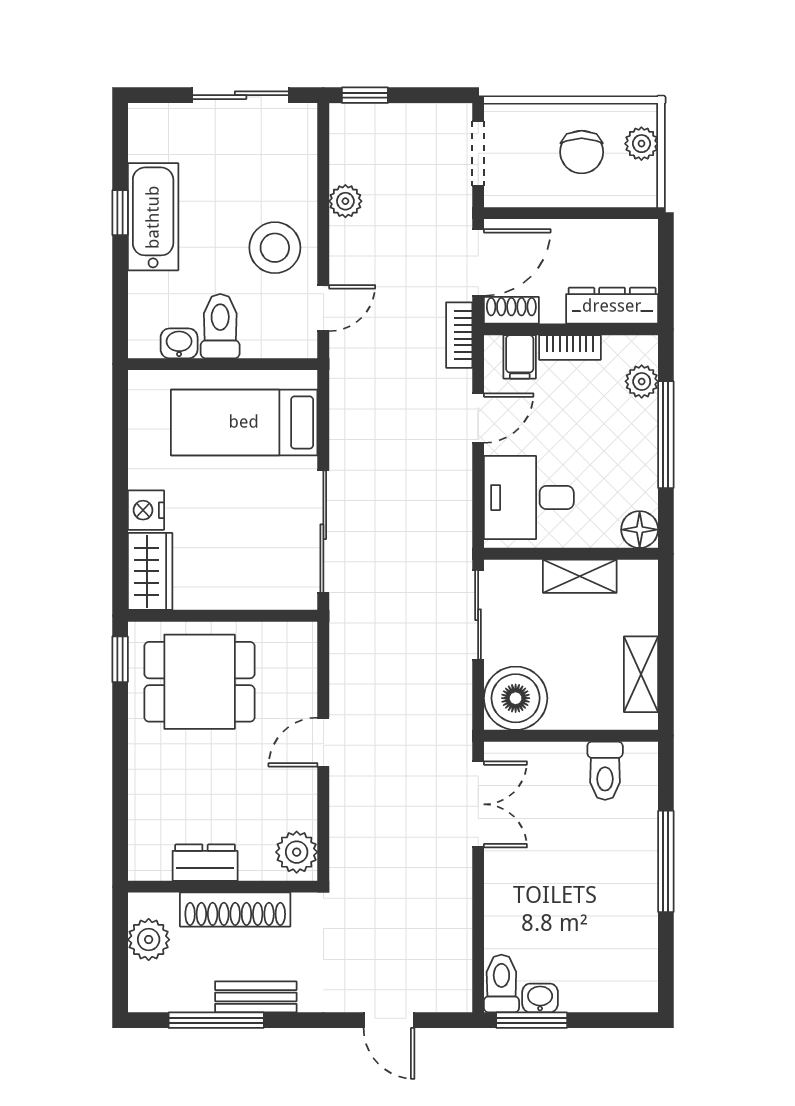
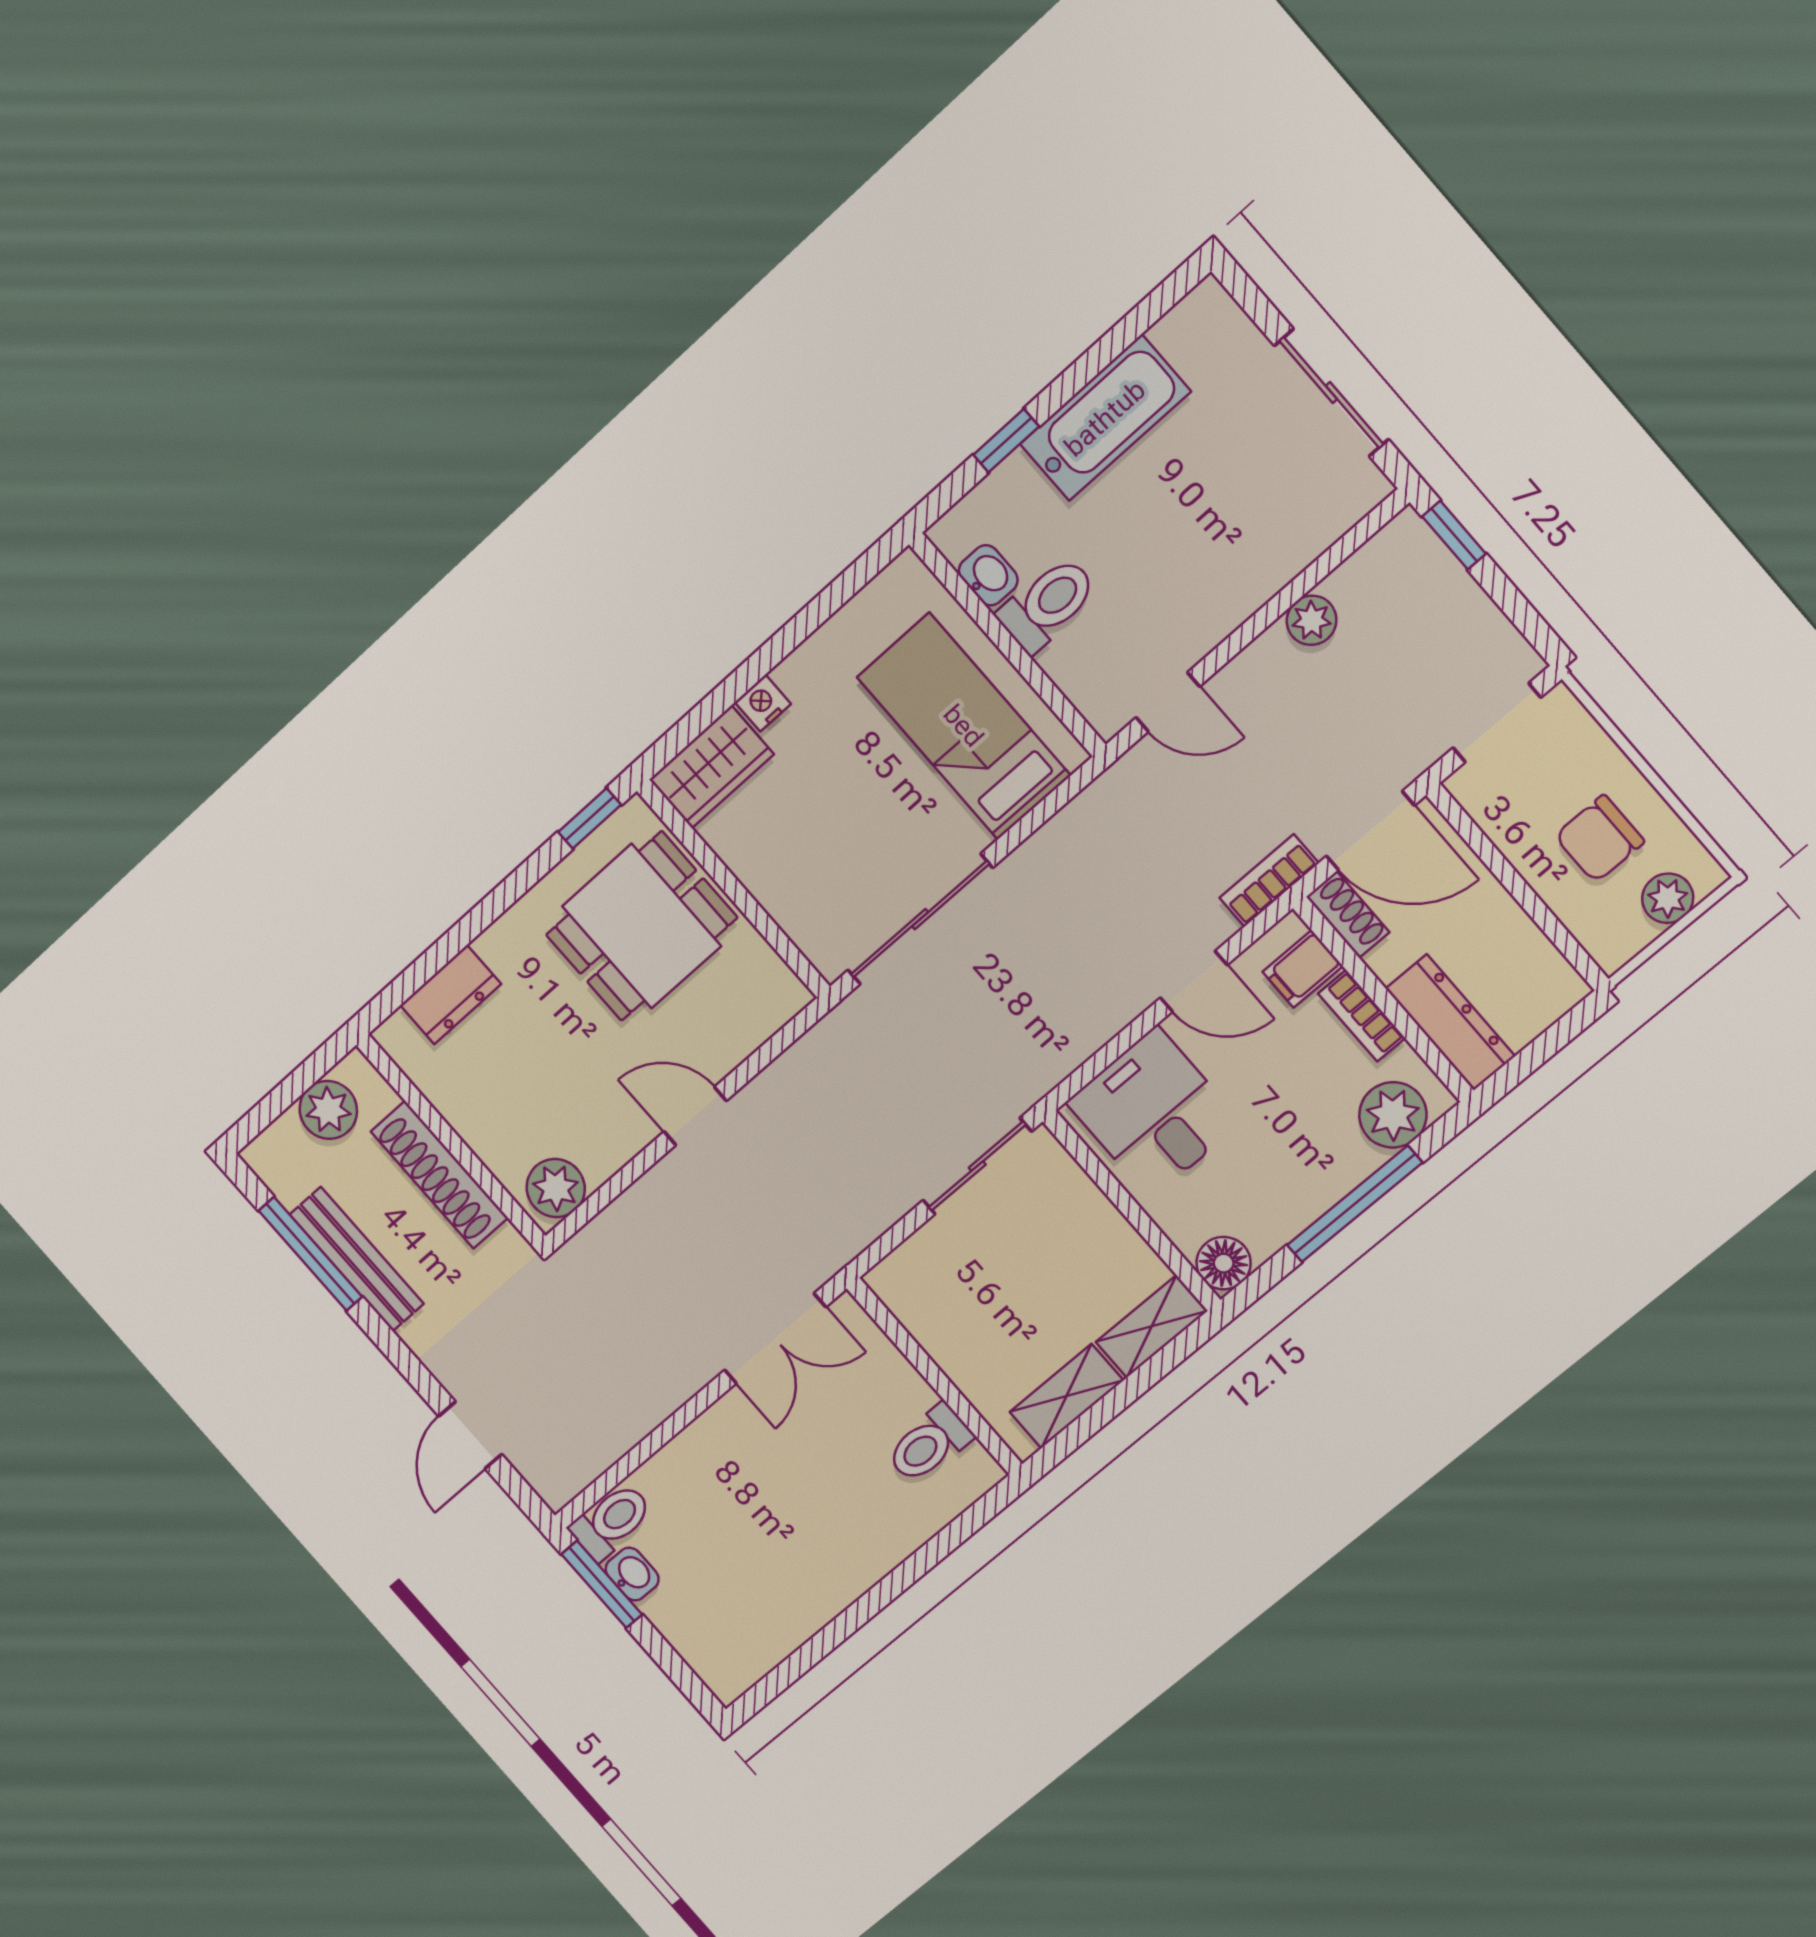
window: (120, 213) -> (1006, 441), moved
stool: (275, 248) -> (1189, 587), removed
plant: (642, 381) -> (1393, 1115), width x1.38, depth x1.38
nightstand: (146, 510) -> (763, 703), width x0.72, depth x0.74
shelving: (580, 576) -> (1152, 1326), moved, turned 90
dining table: (200, 682) -> (642, 926), turned 90
boiler: (516, 698) -> (923, 1283), removed
window: (666, 861) -> (890, 1588), removed
dresser: (205, 863) -> (451, 995), moved, turned 90
bench: (256, 997) -> (357, 1259), width x1.36

